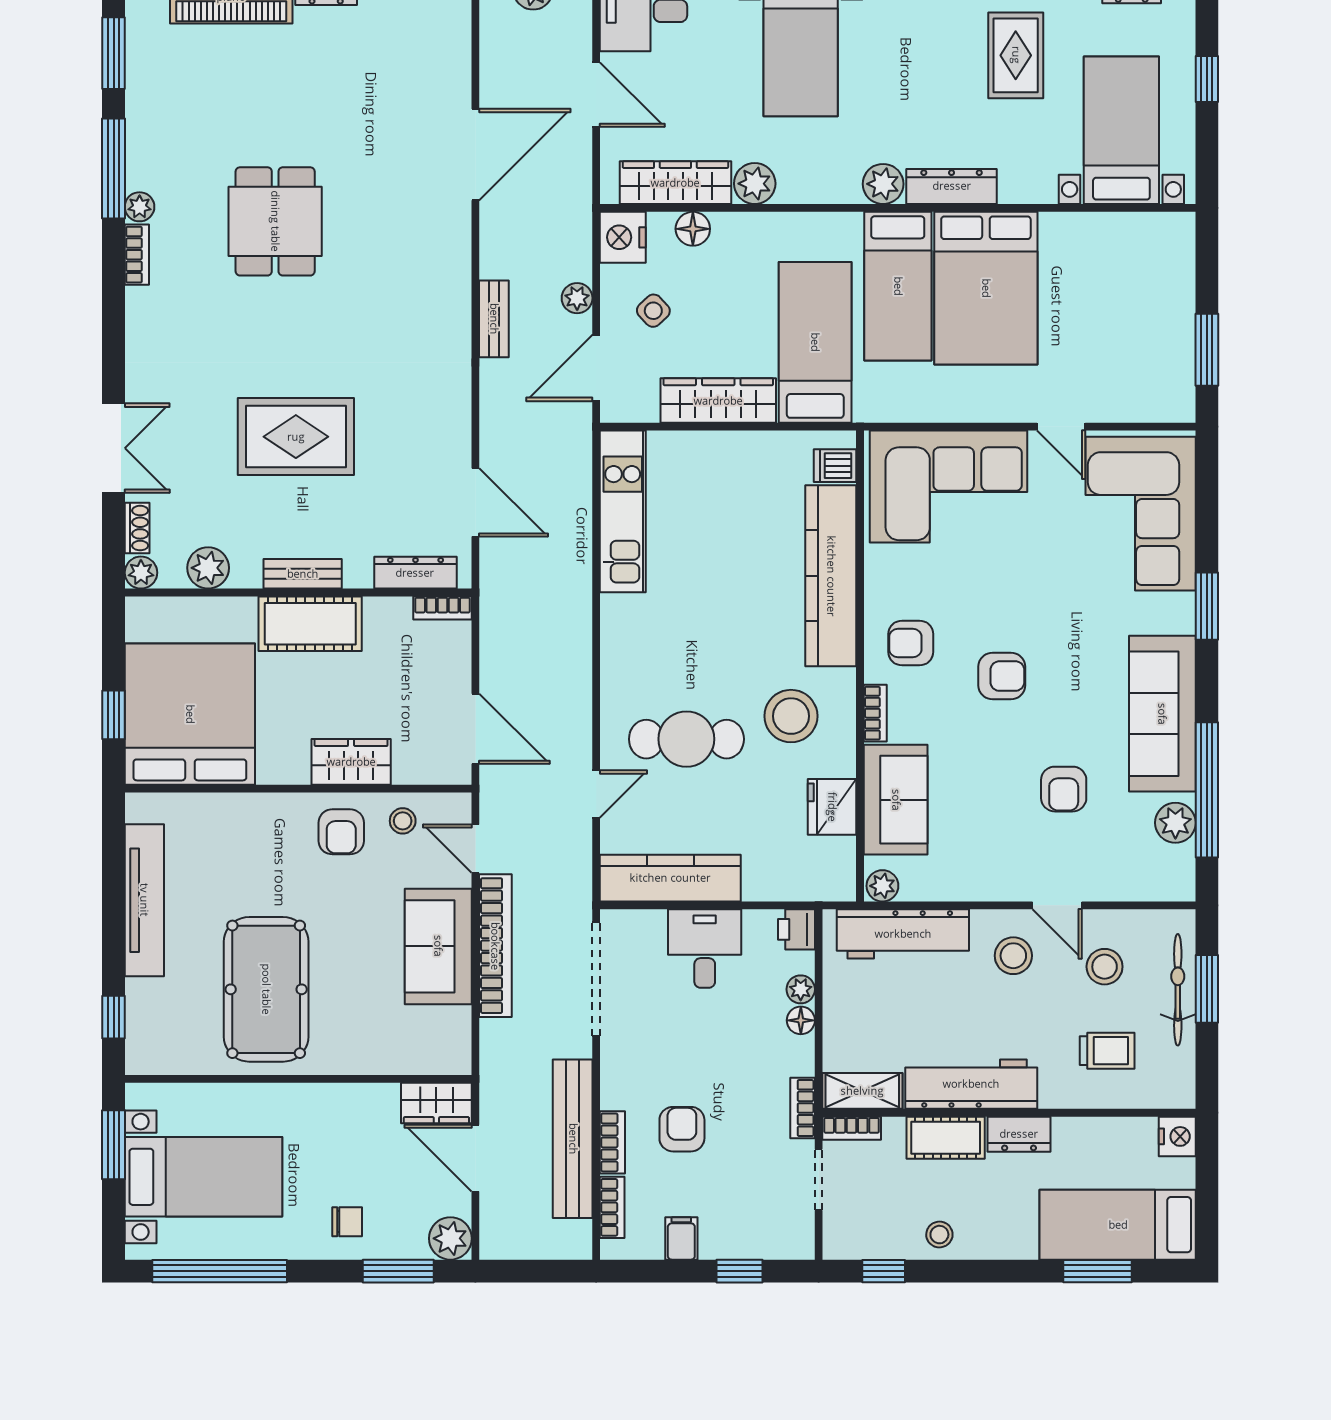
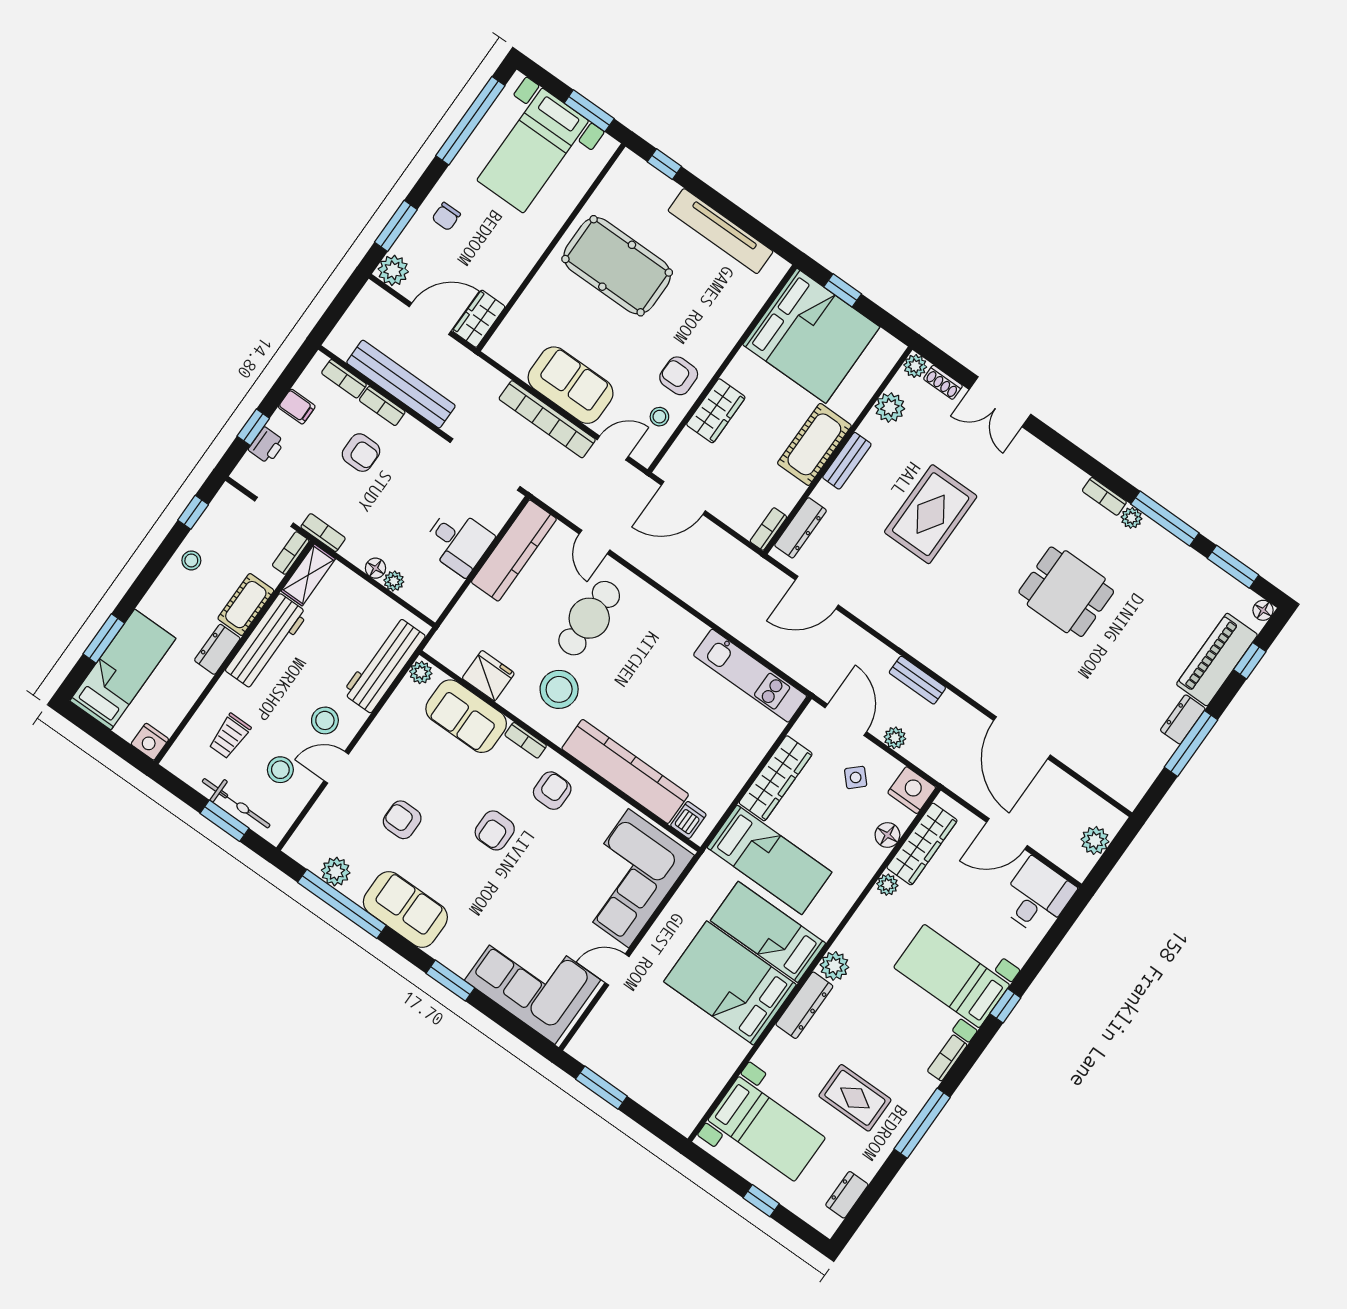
plant: (755, 184) -> (887, 885), width x0.73, depth x0.73
sofa: (1162, 714) -> (405, 909), width x0.73
printer: (796, 929) -> (267, 446), moved, turned 90

